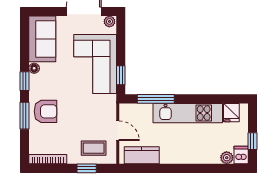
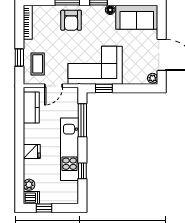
corner sofa: (95, 64) -> (95, 65), moved
window: (212, 99) -> (82, 171), added
fridge: (231, 113) -> (32, 151), moved, turned 180

